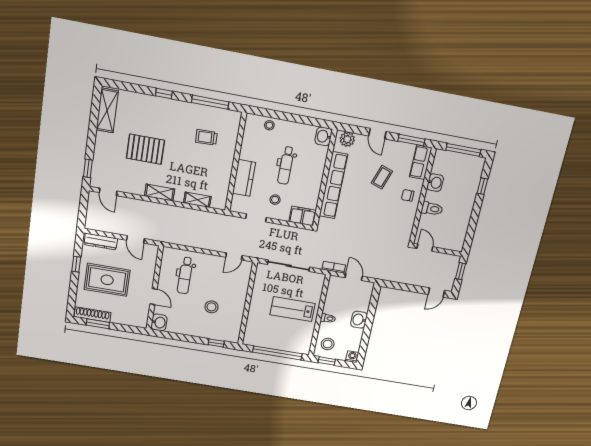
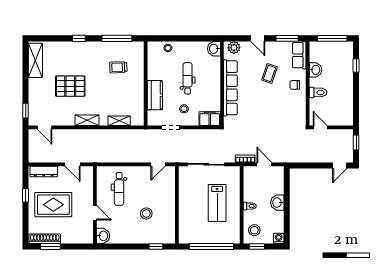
dental chair: (286, 165) -> (188, 78), turned 180
lab bench: (293, 309) -> (217, 203), turned -90

